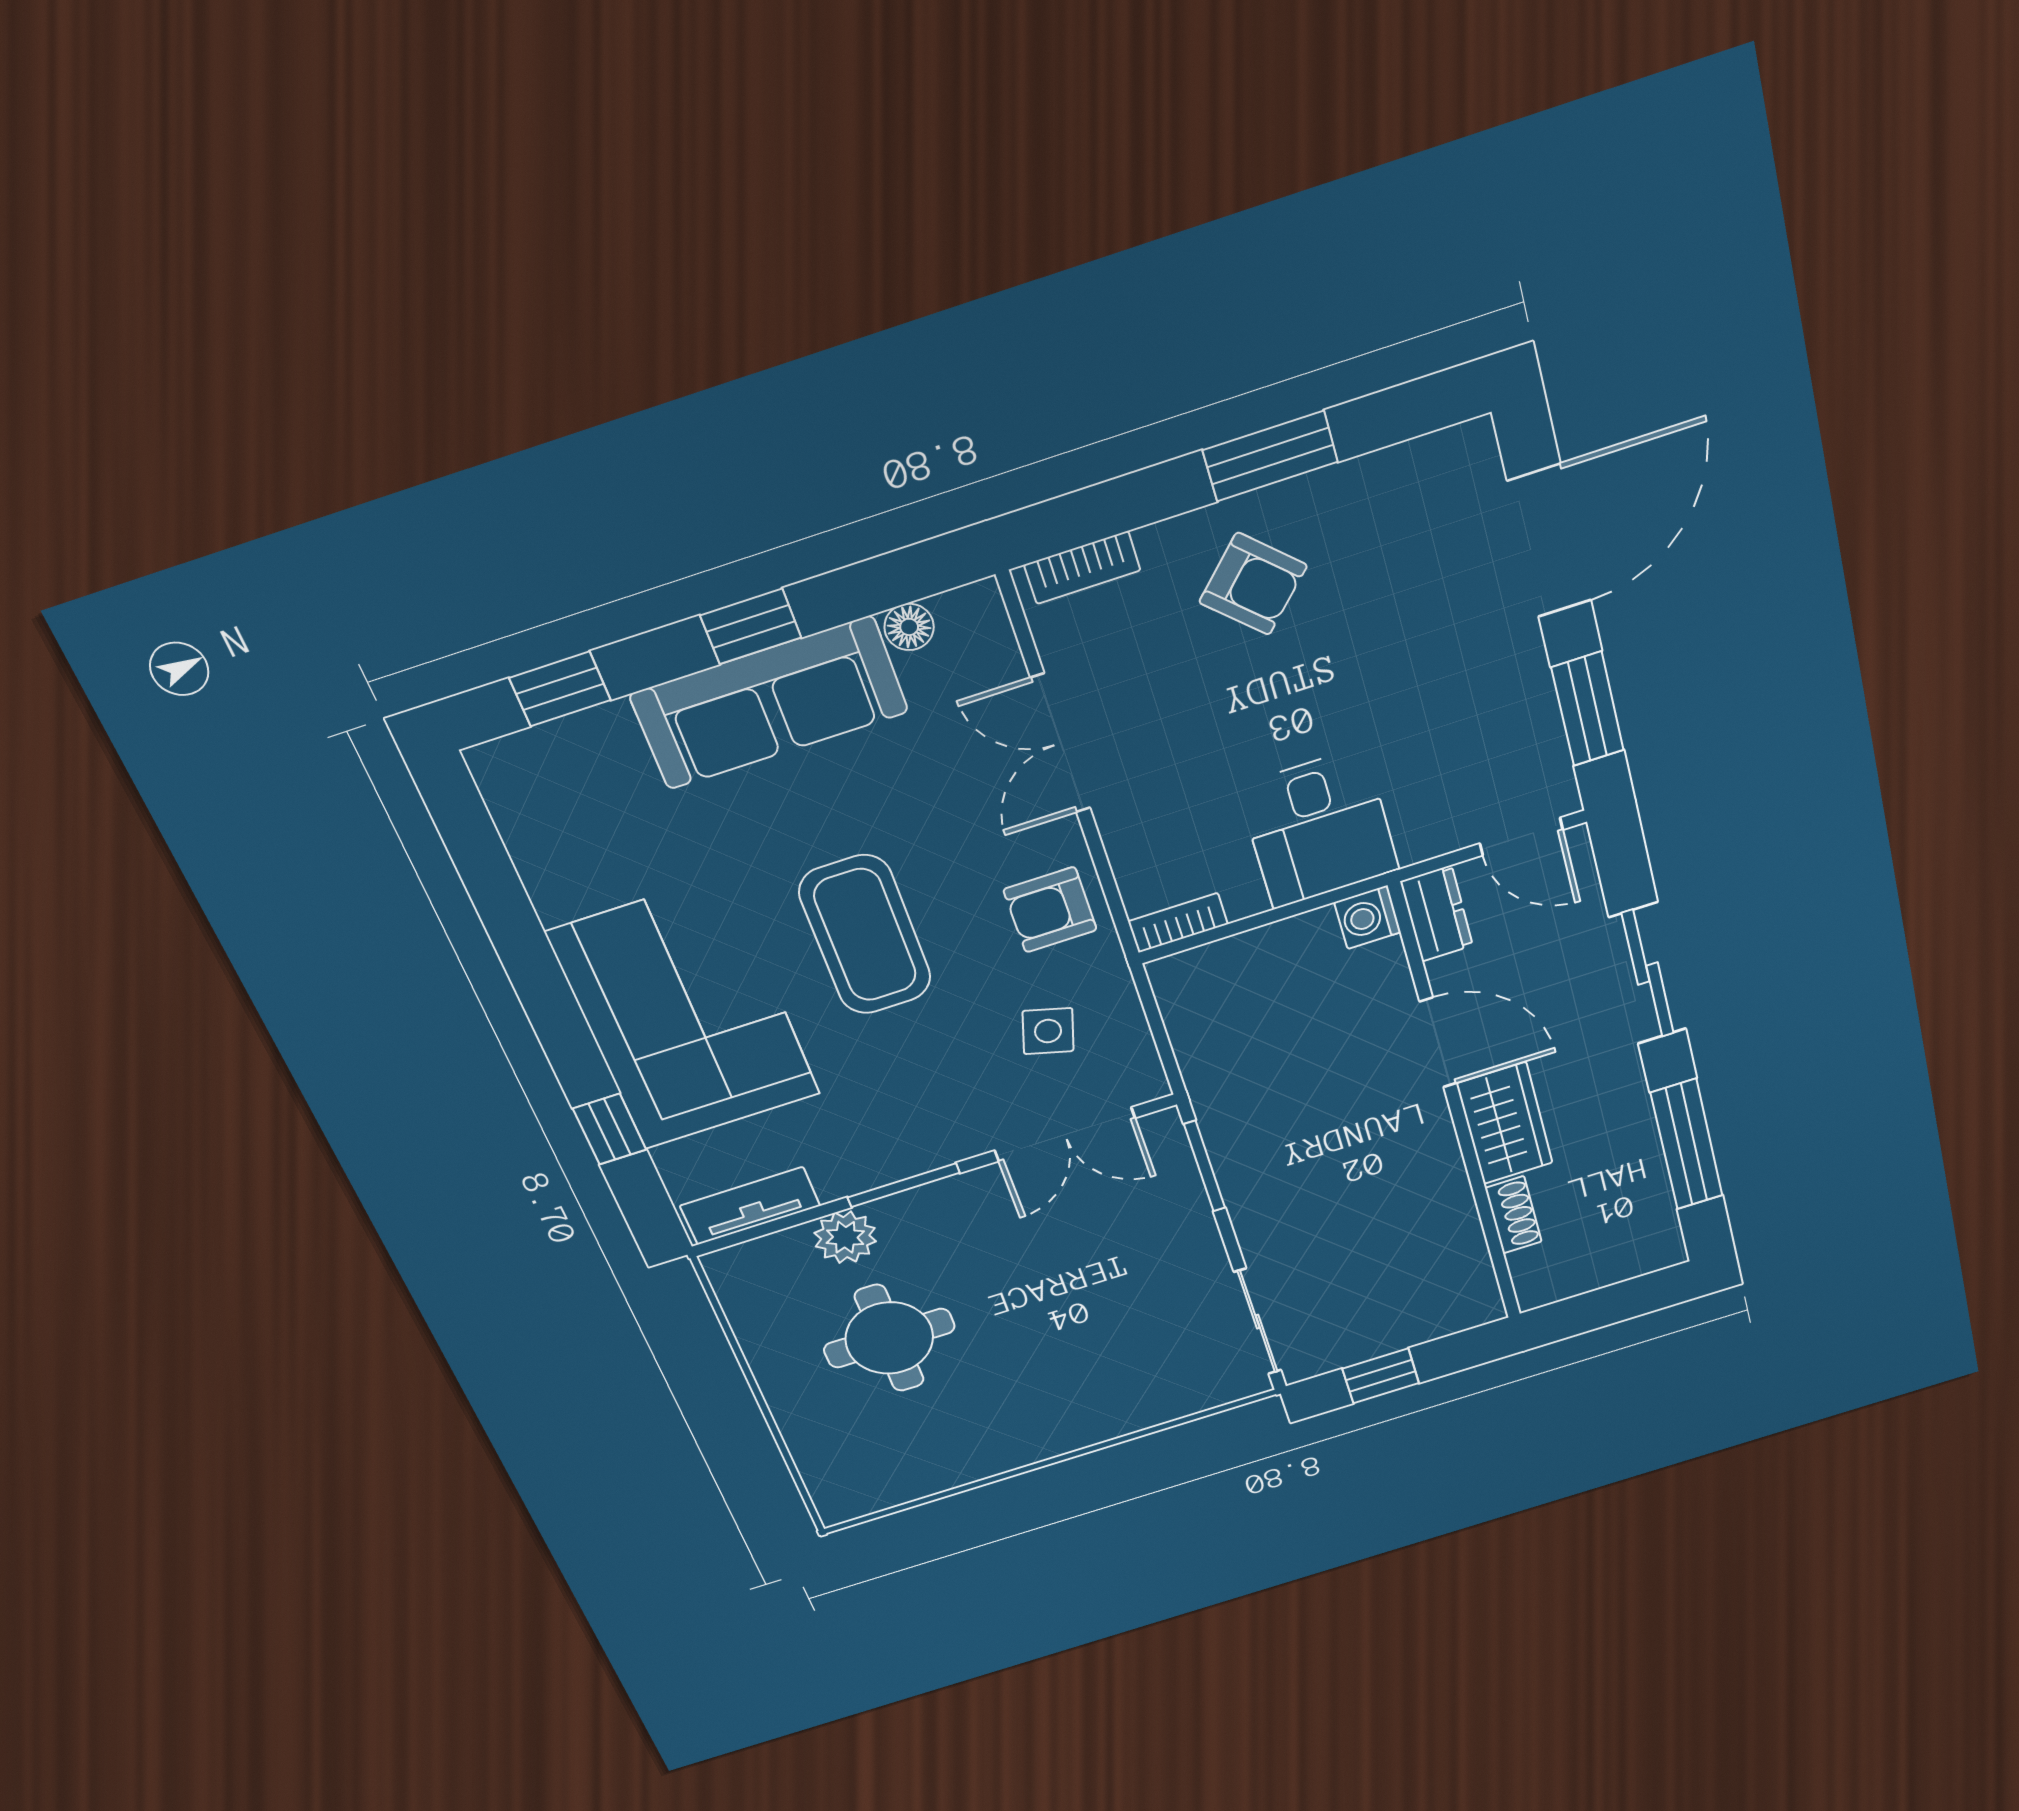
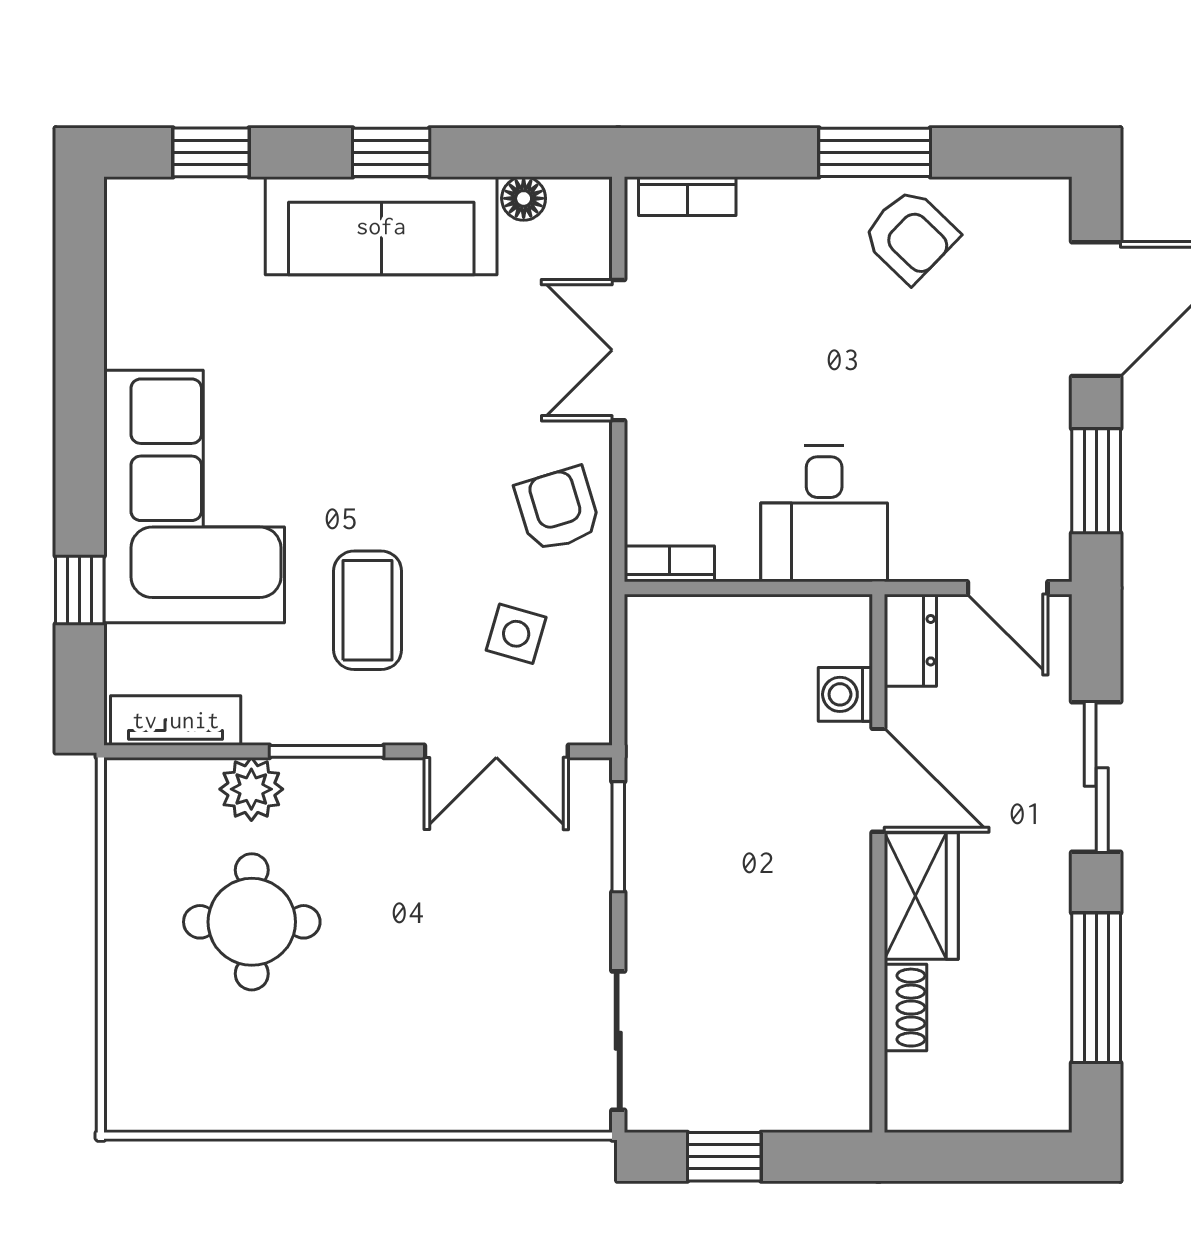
armchair: (1253, 584) -> (910, 236), moved
armchair: (1050, 910) -> (558, 509), turned 73
washing machine: (1368, 917) -> (845, 694), moved
coffee table: (865, 935) -> (368, 610), moved, width x0.73, depth x0.76

